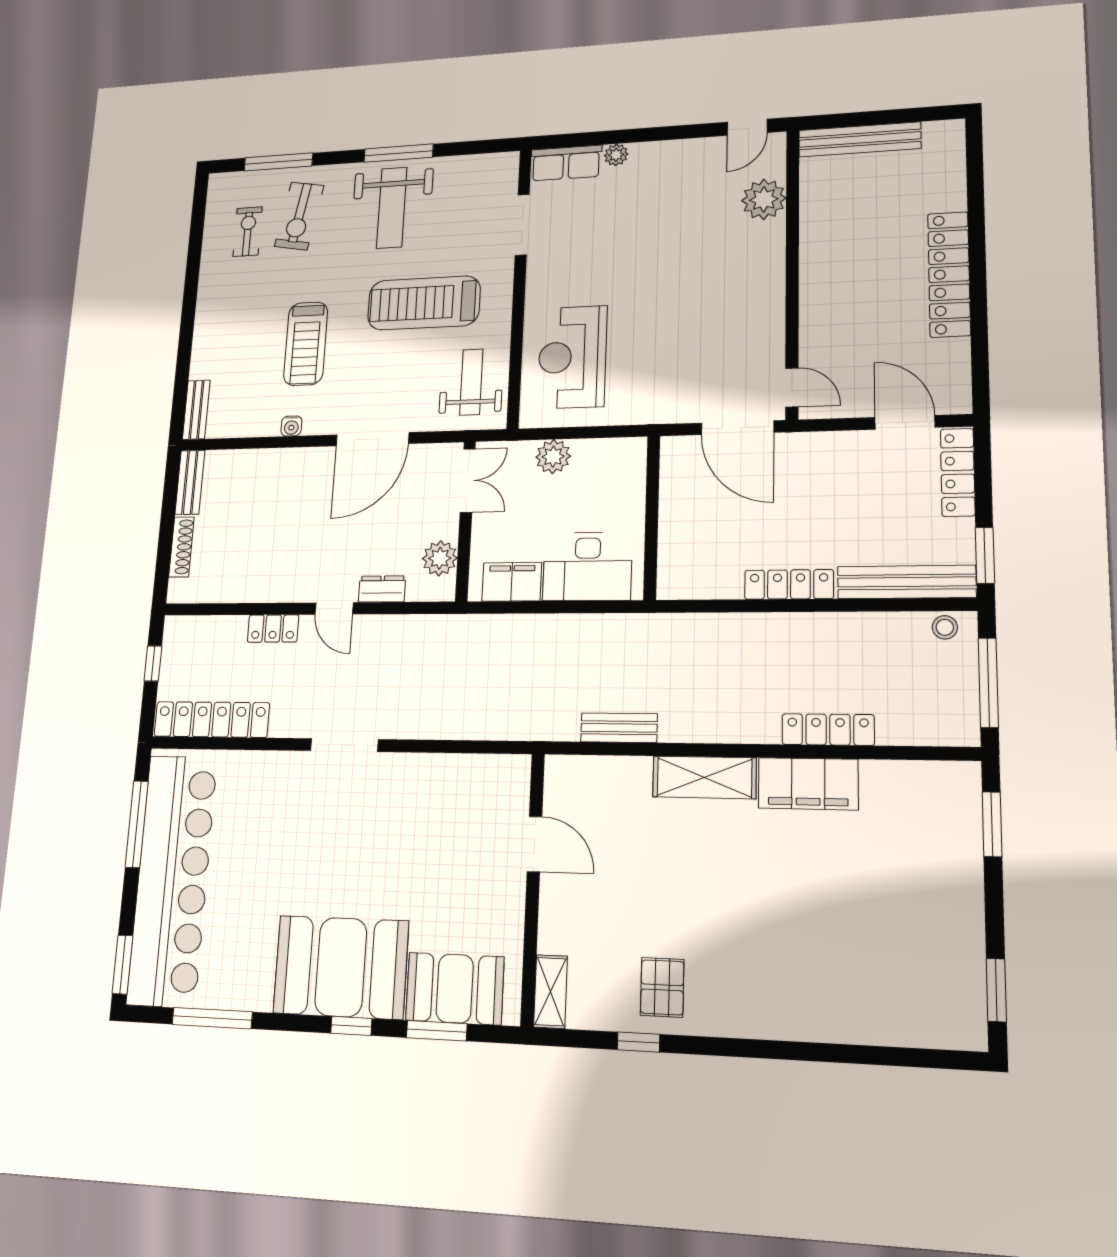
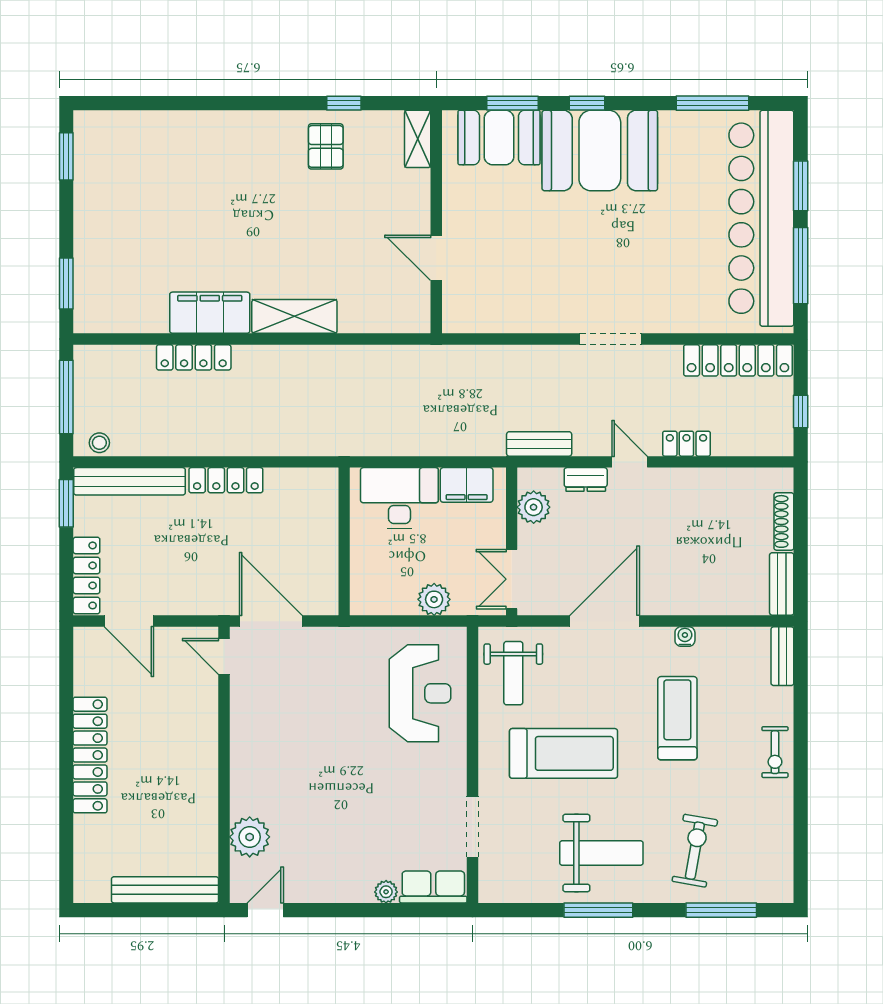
weight bench: (392, 208) -> (601, 853), turned 90
exercise bike: (248, 232) -> (775, 752), moved
bench: (619, 728) -> (539, 444), moved
window: (123, 965) -> (801, 186), moved

